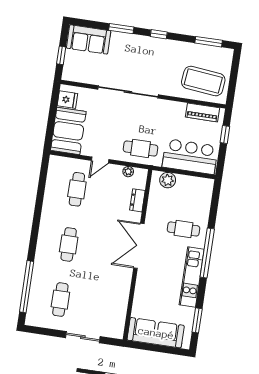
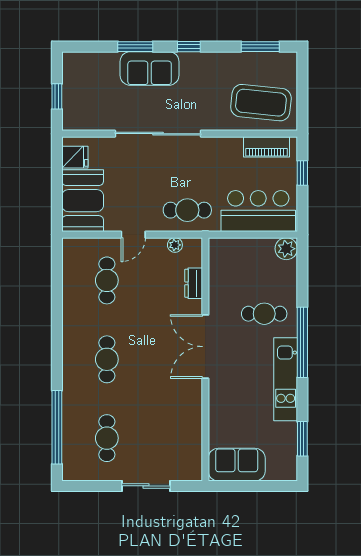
sofa: (89, 39) -> (150, 68), moved
plant: (168, 180) -> (286, 249), moved
sofa: (156, 333) -> (237, 465), width x0.73

